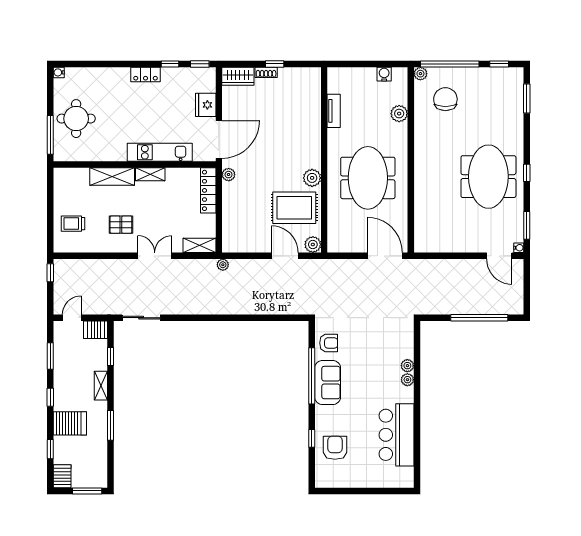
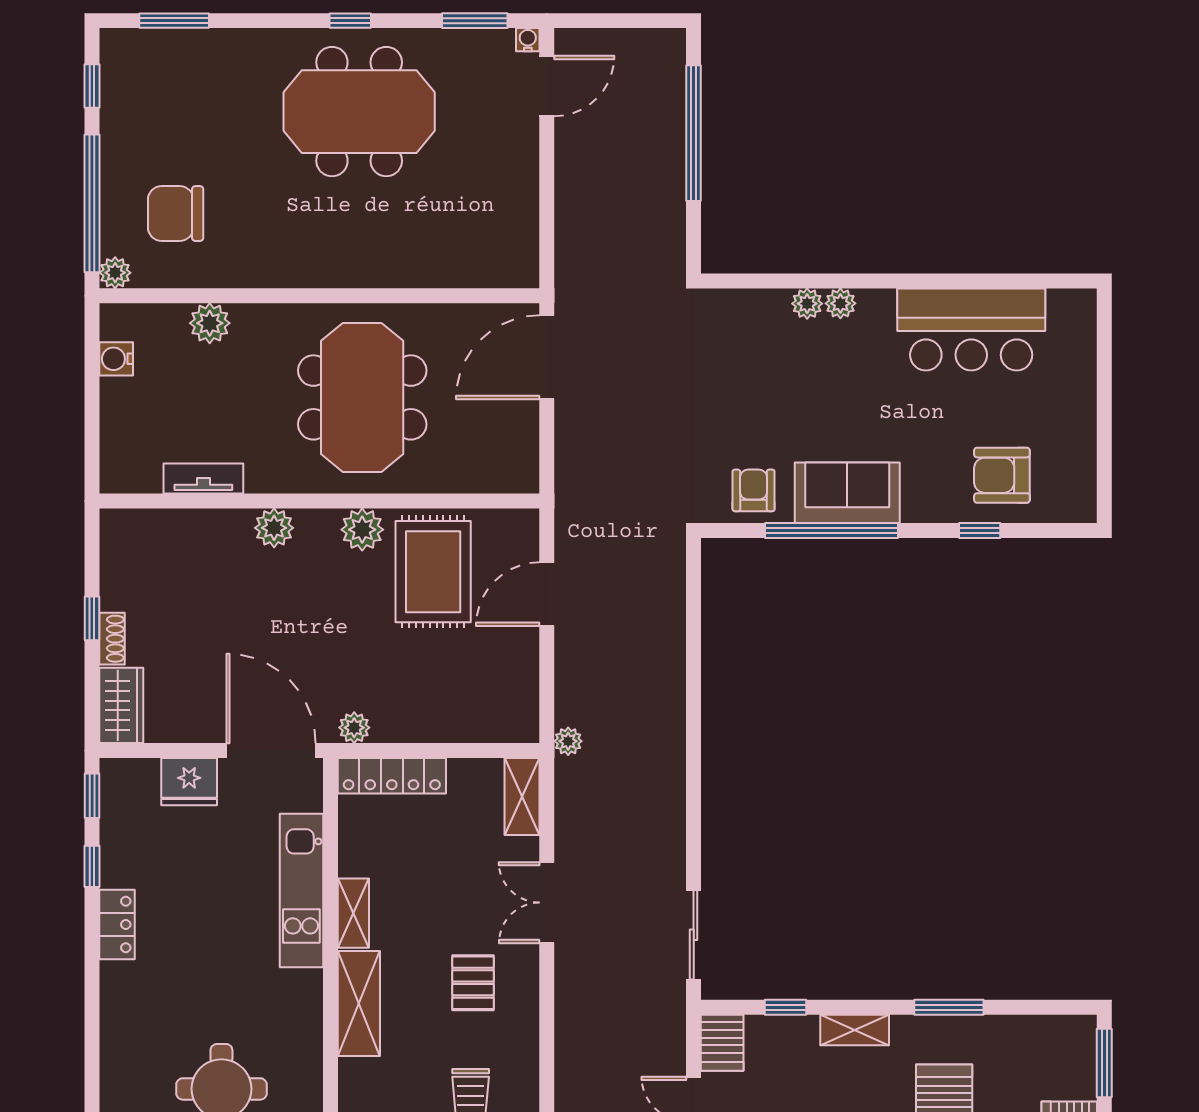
meeting table: (368, 178) -> (362, 397), turned 90
plant: (313, 244) -> (274, 528), moved

